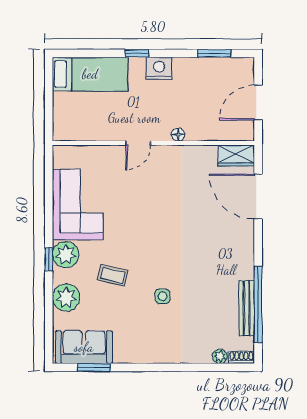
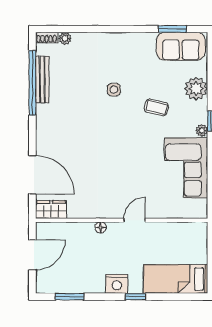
plant: (66, 255) -> (202, 130), width x0.53, depth x0.53

